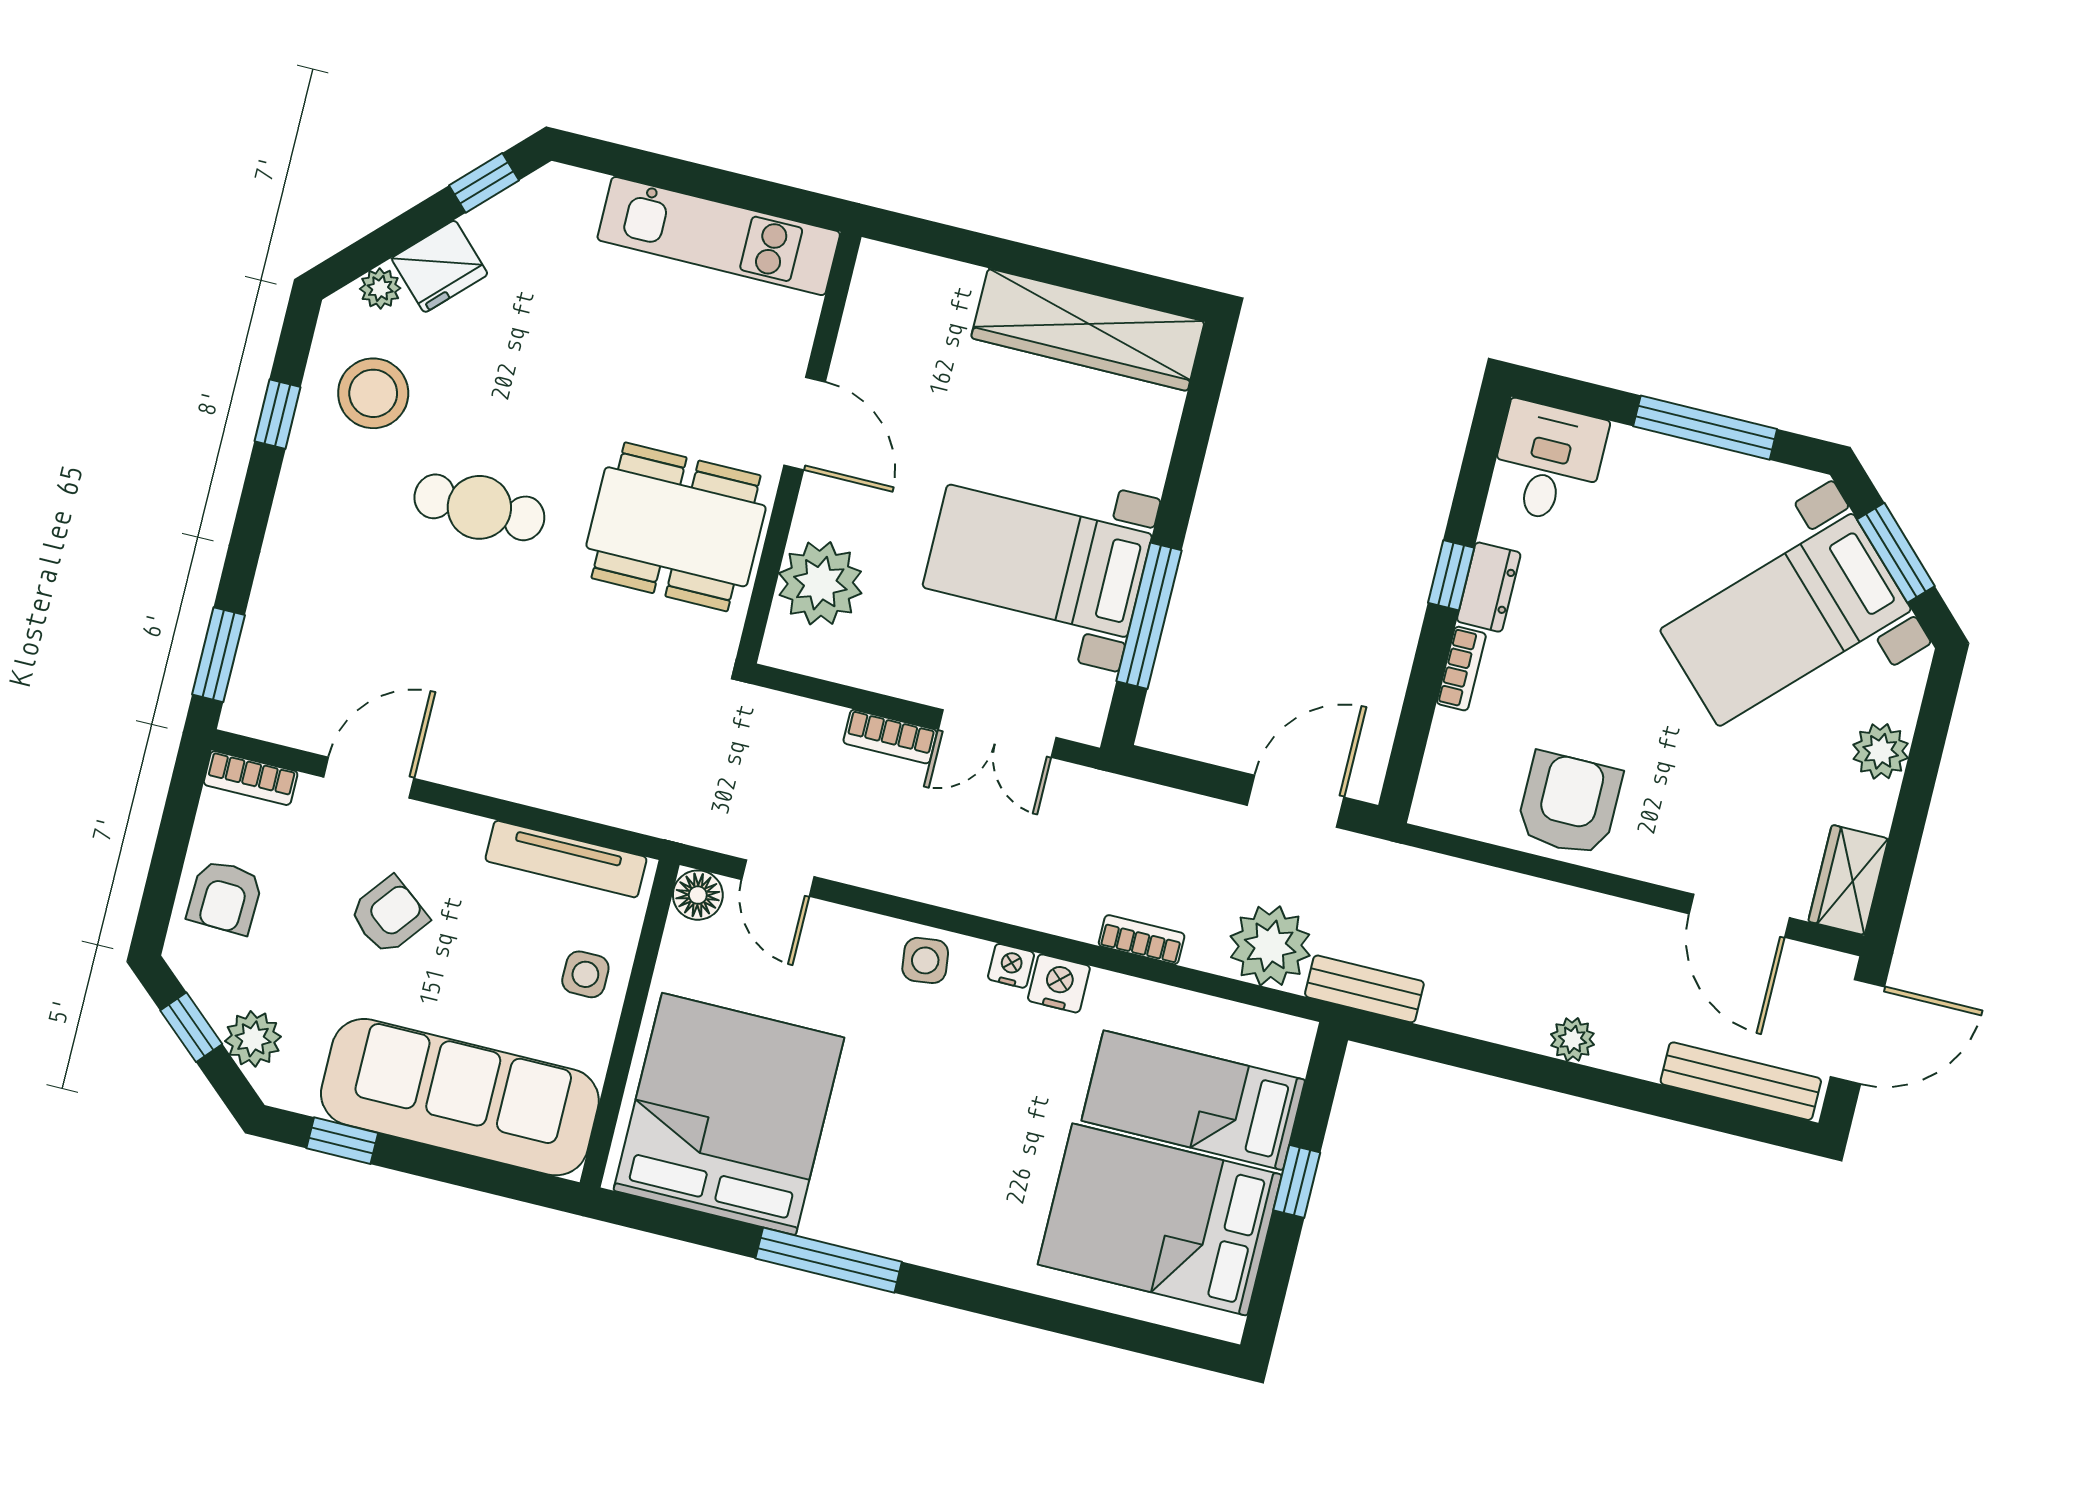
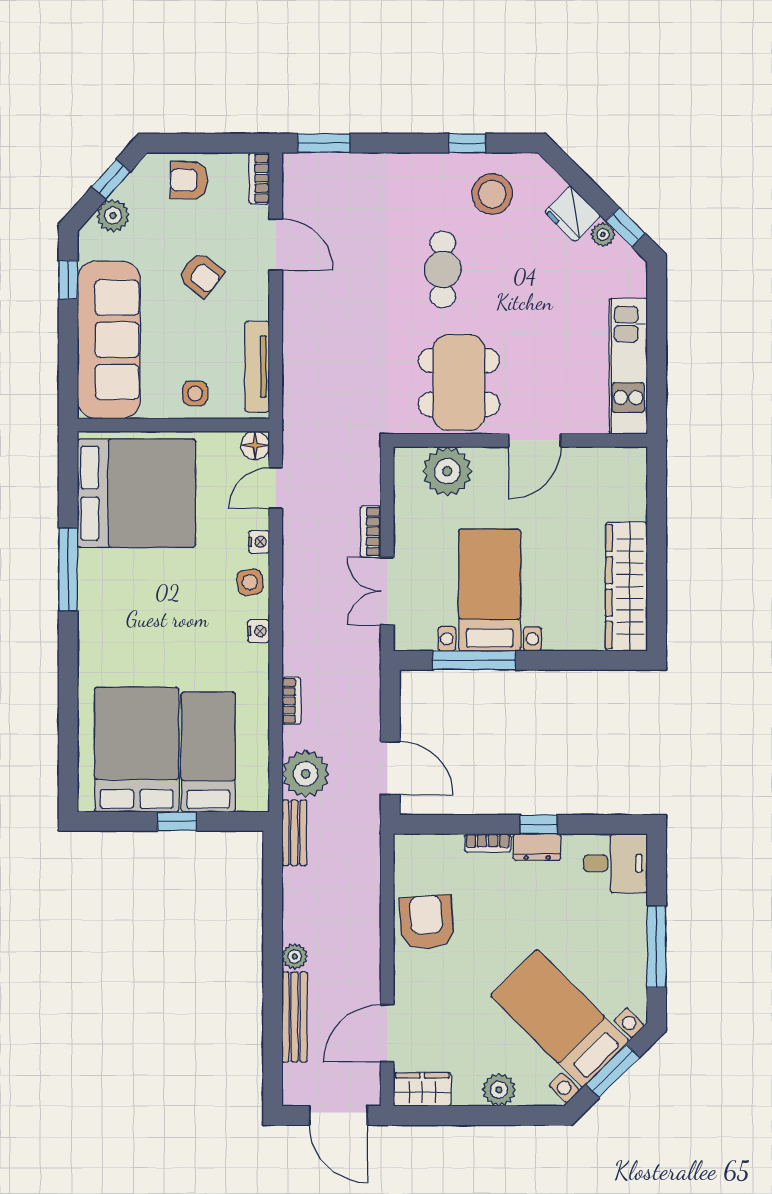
plant: (380, 288) -> (603, 234), moved
armchair: (1569, 804) -> (427, 922), turned -94
nightstand: (1059, 983) -> (259, 542), moved, width x0.72, depth x0.74
bench: (1741, 1081) -> (295, 1017), moved

